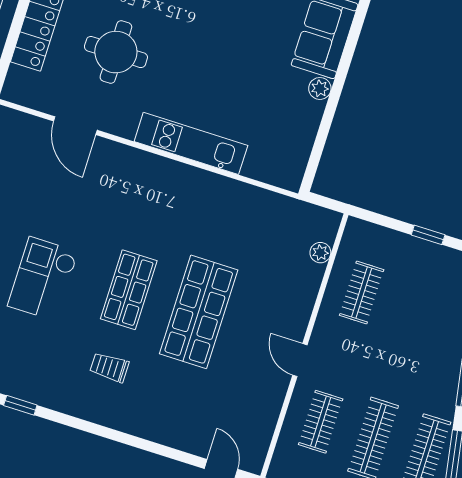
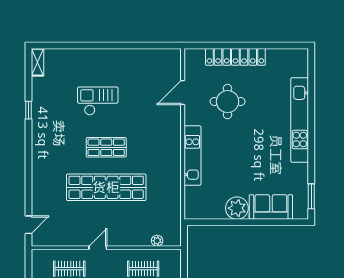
plant: (320, 88) -> (237, 208), width x1.88, depth x1.88
shop shelf: (199, 312) -> (106, 187), width x1.40
trolley: (109, 367) -> (63, 150), removed

